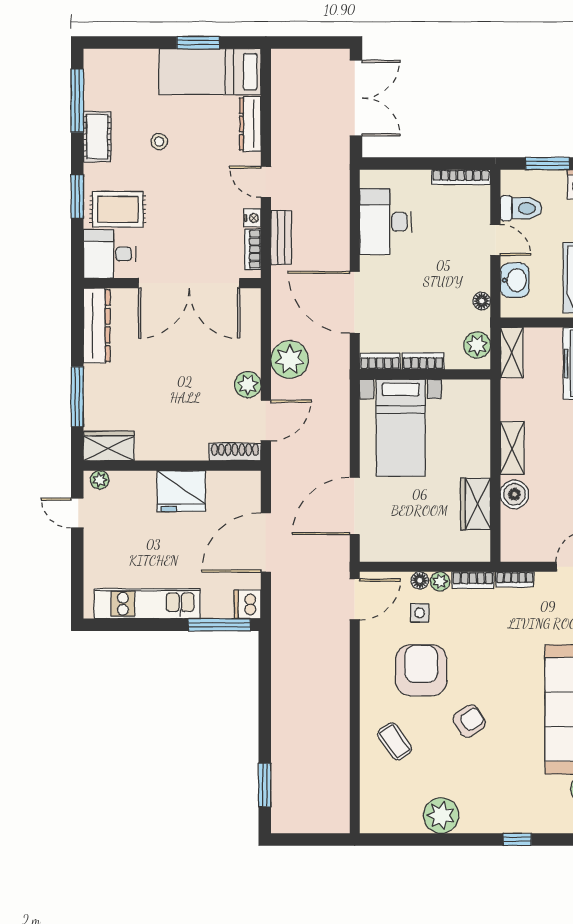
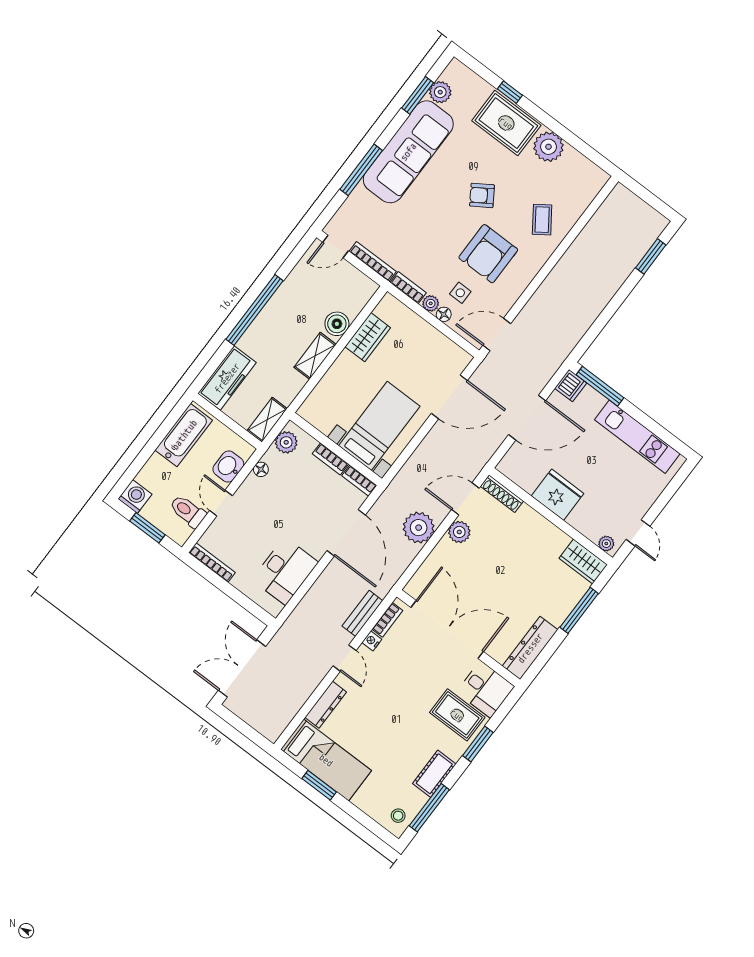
stool: (159, 142) -> (398, 816), moved
bookcase: (515, 579) -> (373, 261), width x1.56
rug: (498, 807) -> (506, 123), added

